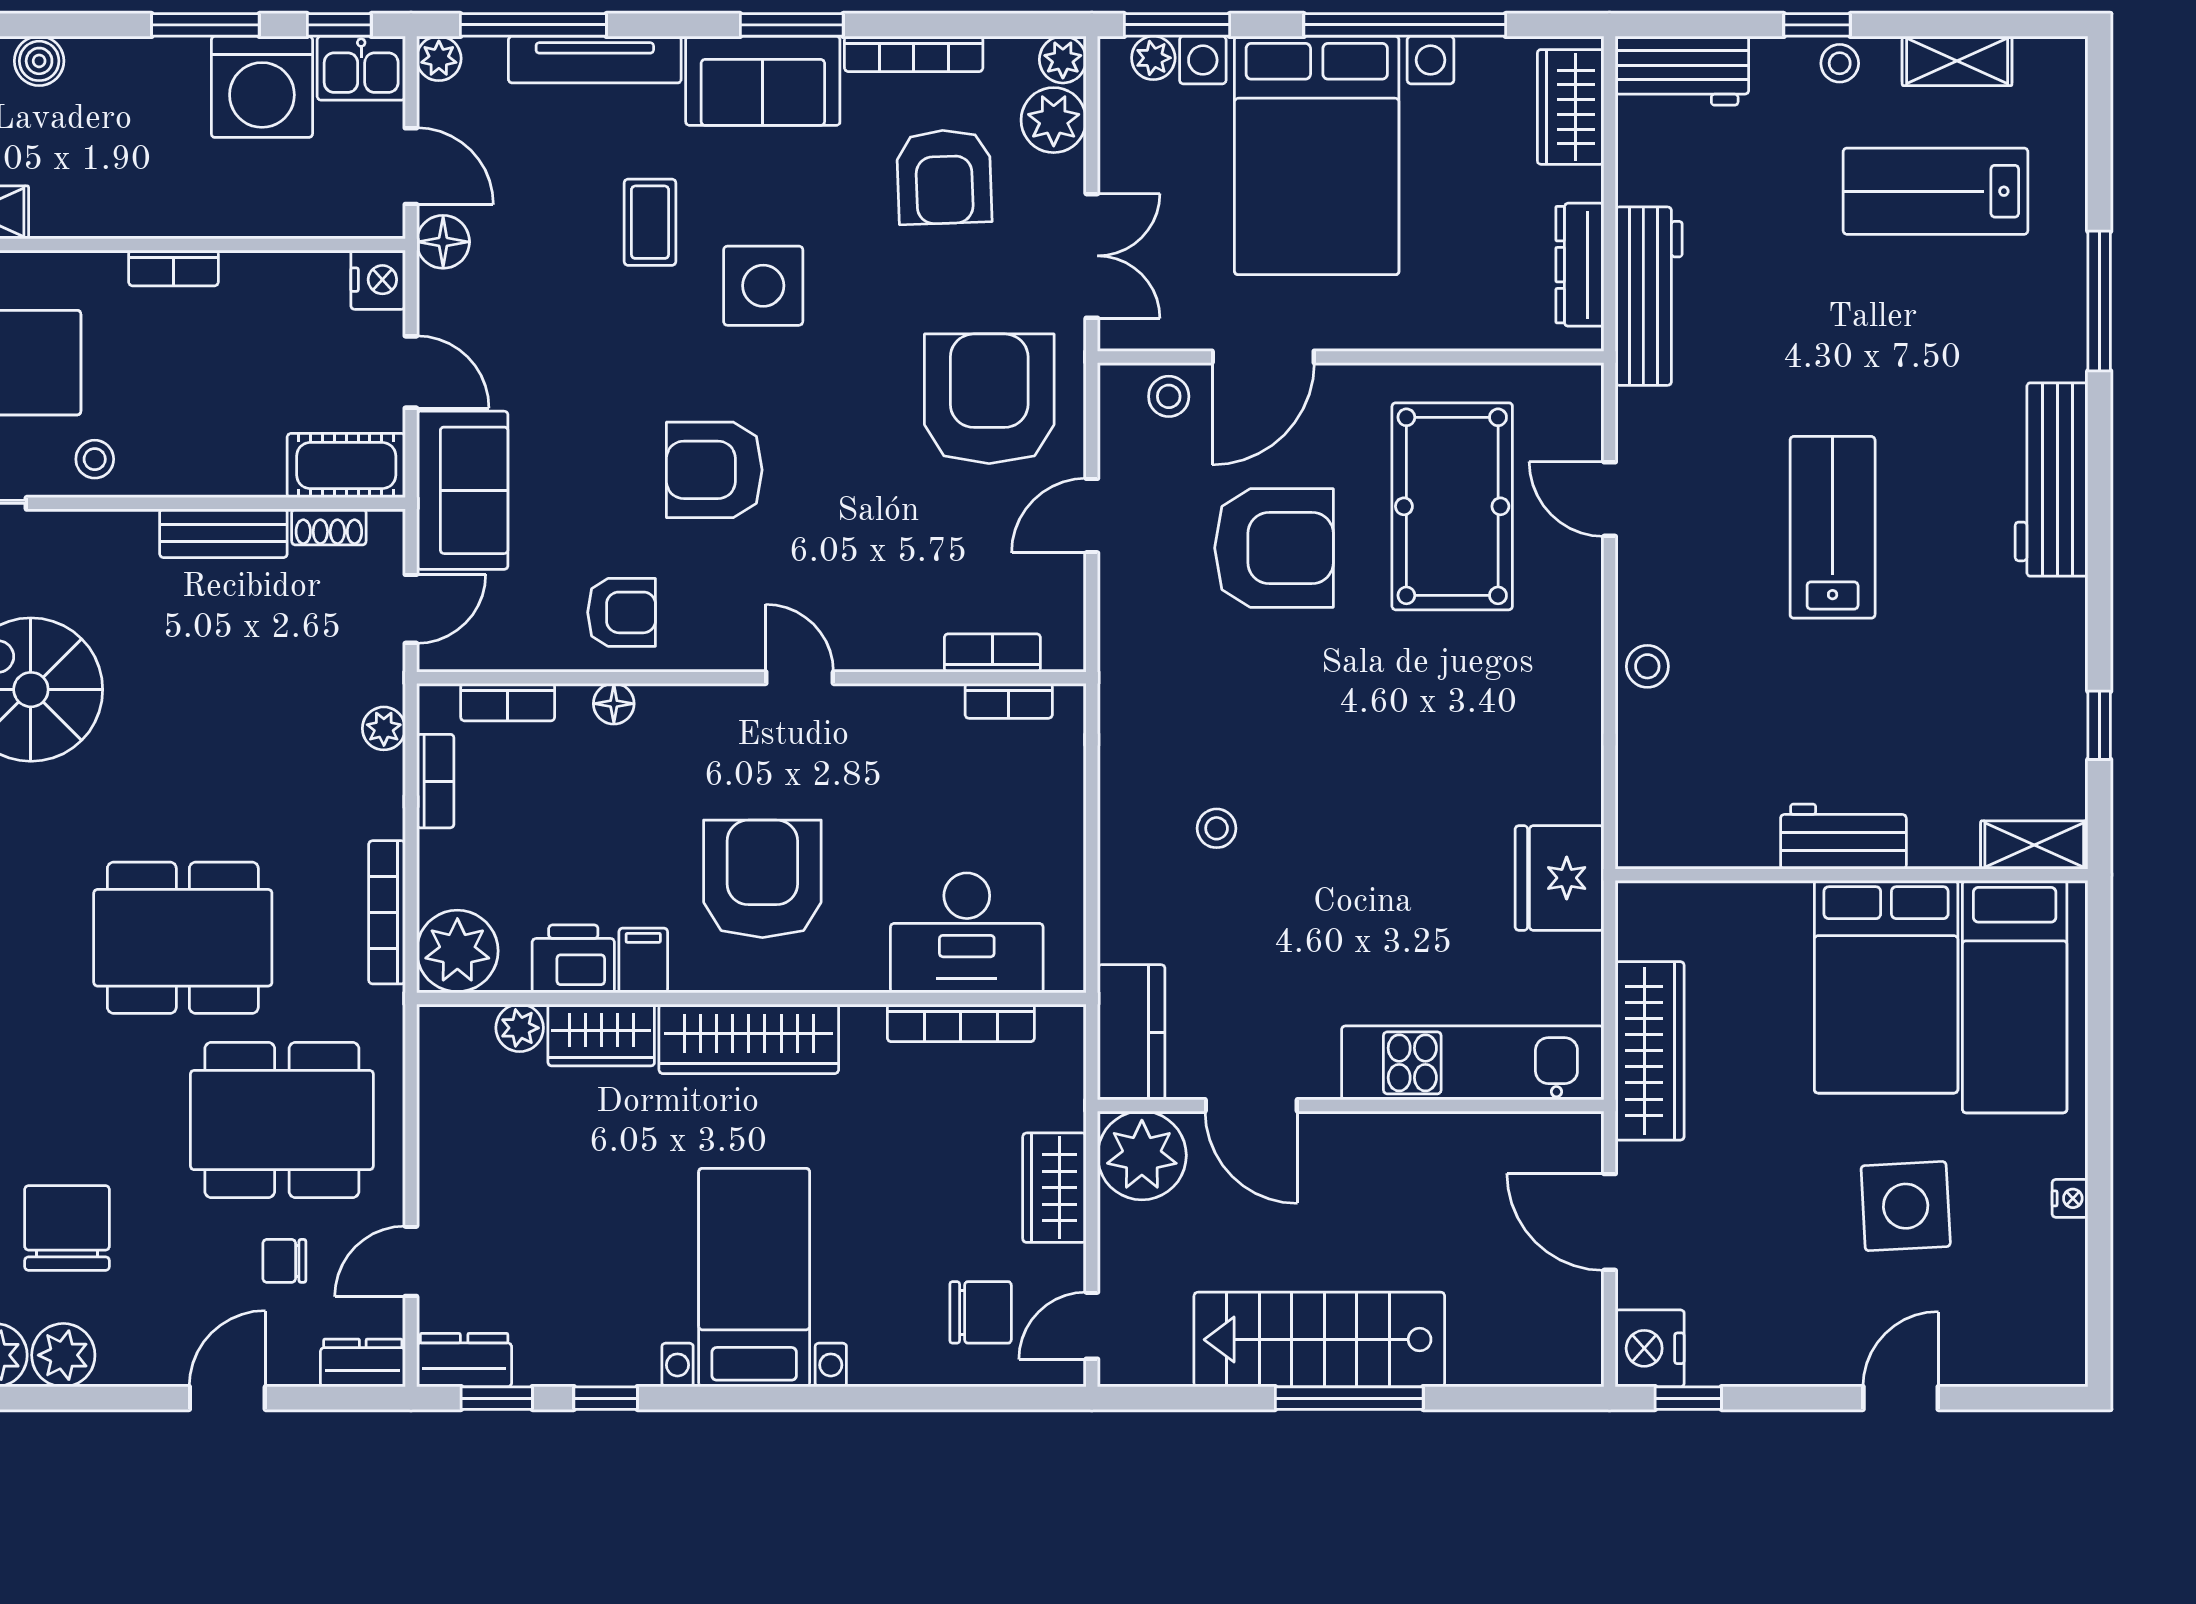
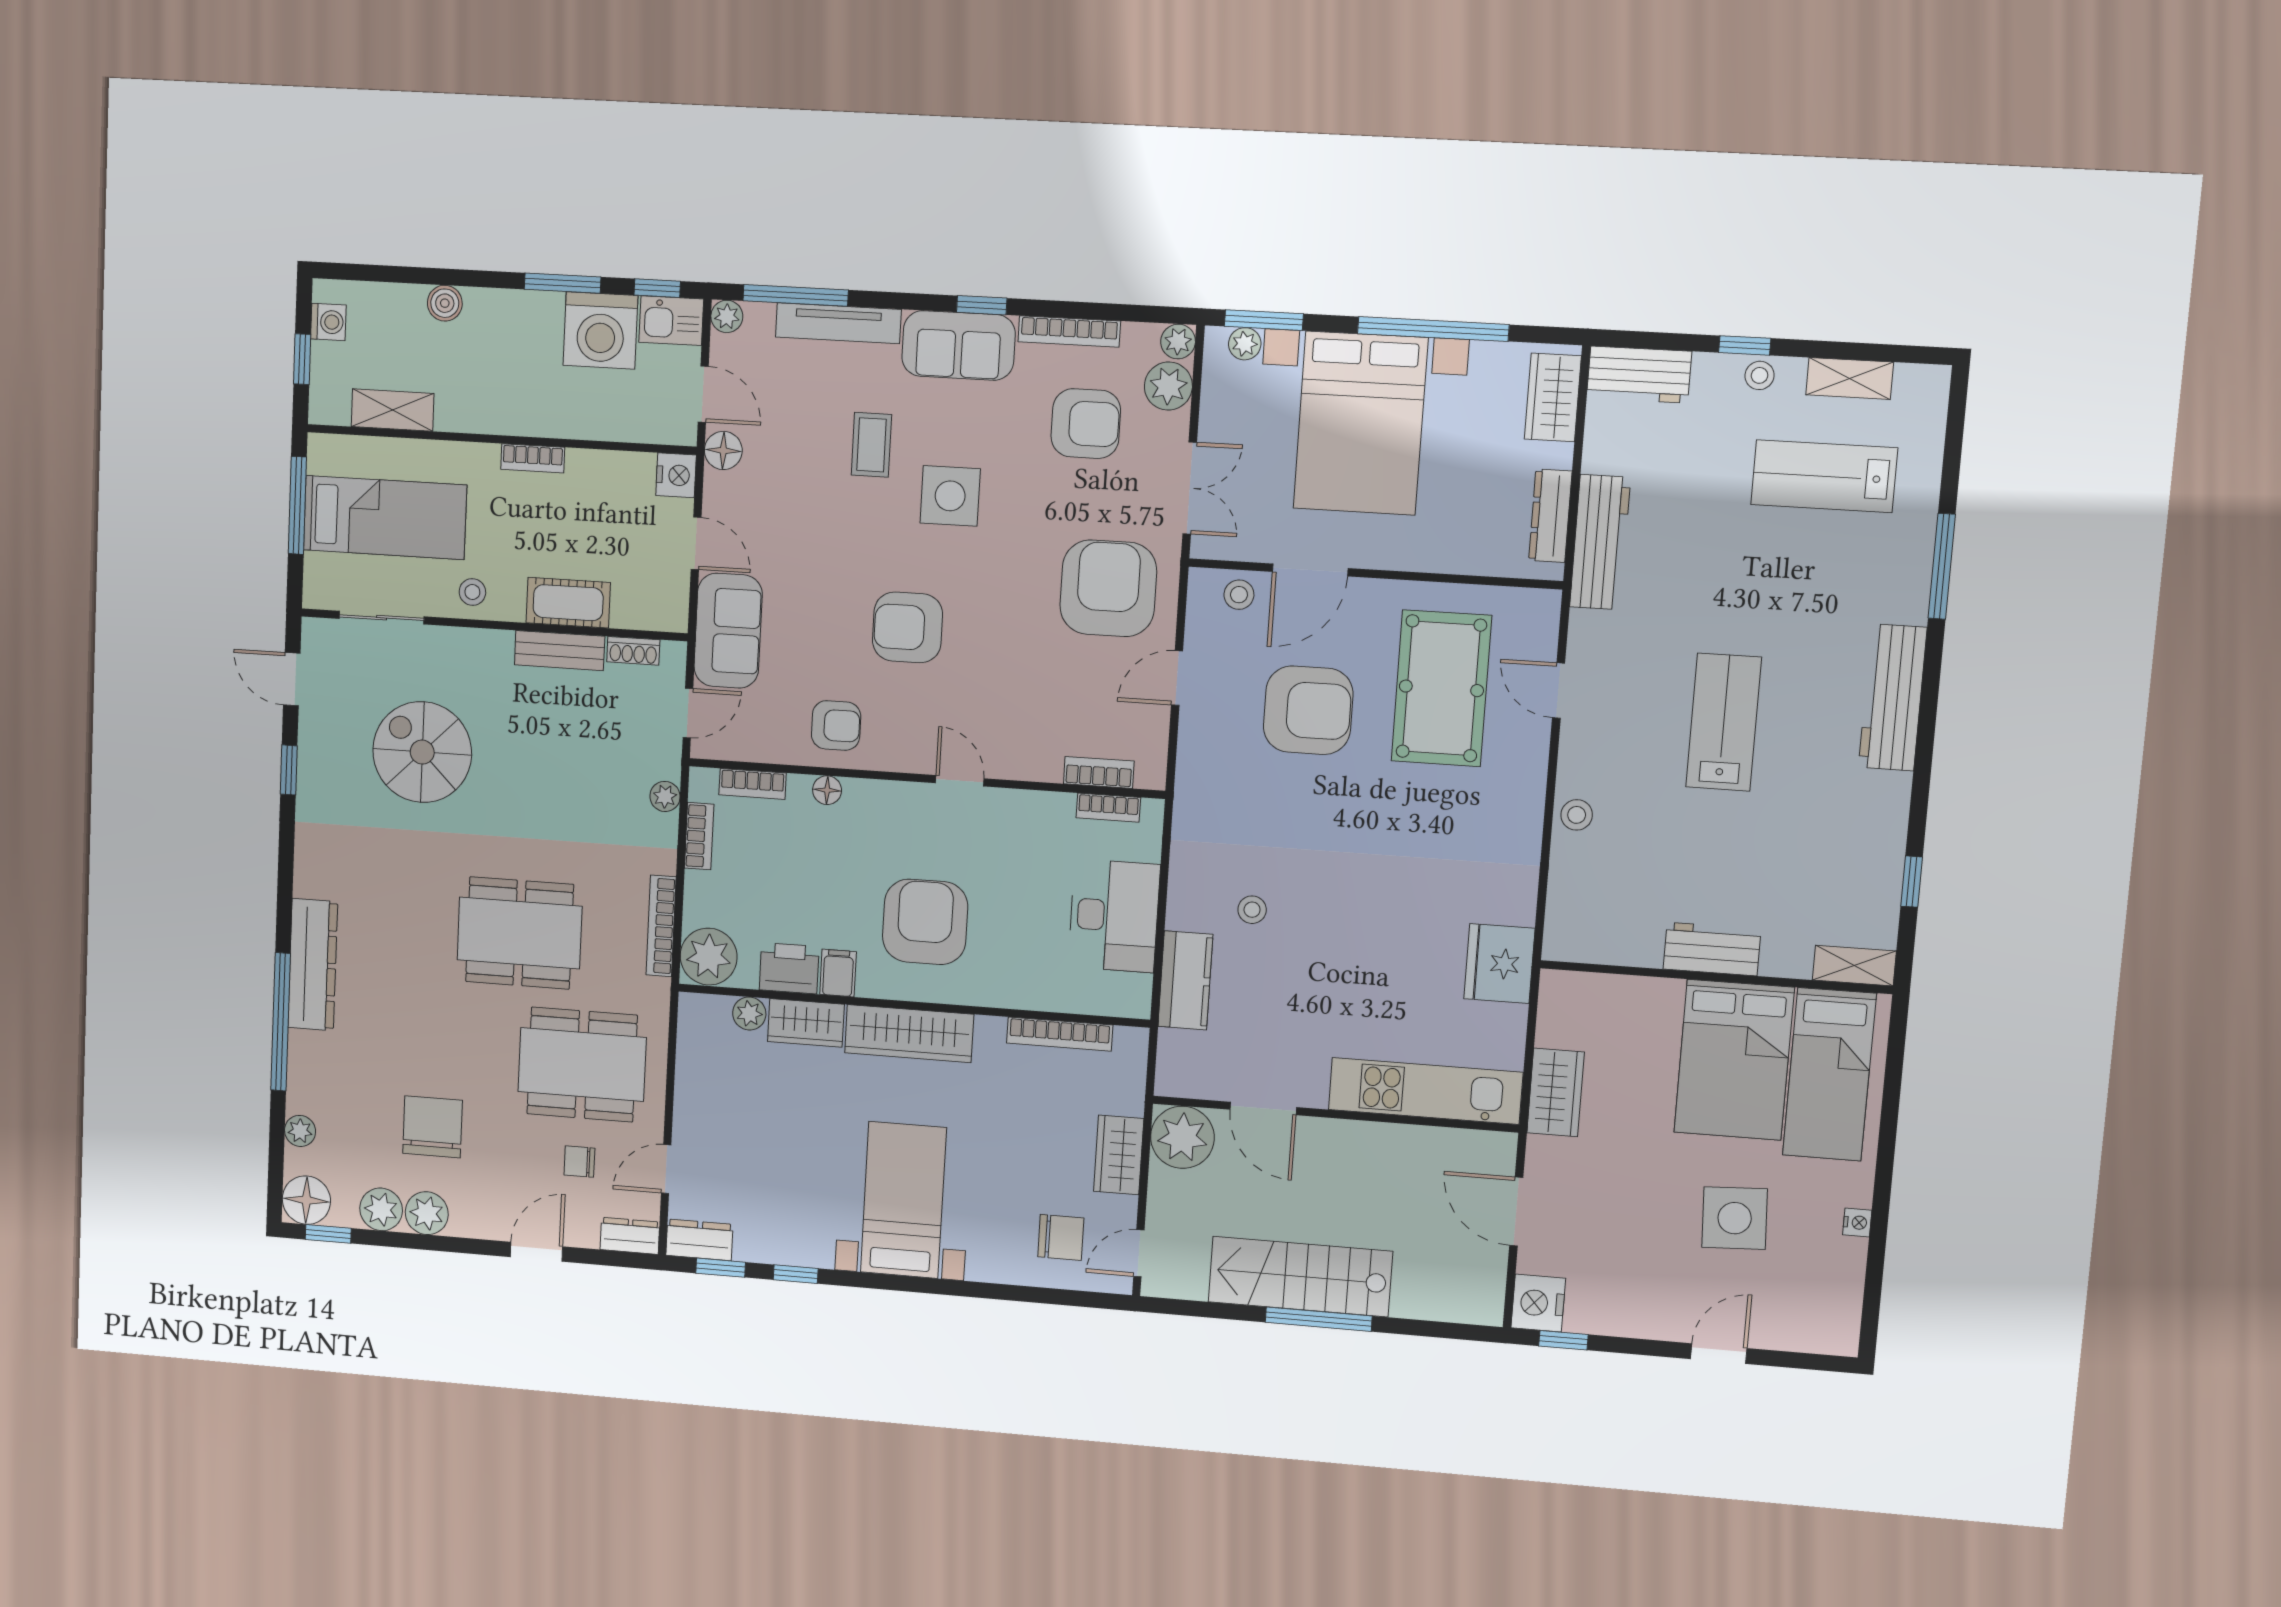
window: (792, 25) -> (982, 305), width x0.67
armchair: (944, 177) -> (1086, 424), turned -88
cot: (346, 466) -> (568, 603), moved
desk: (967, 933) -> (1114, 916), moved, turned -90
kitchen counter: (1131, 1032) -> (1185, 980), moved
wardrobe: (1650, 1051) -> (1556, 1092), width x0.67

